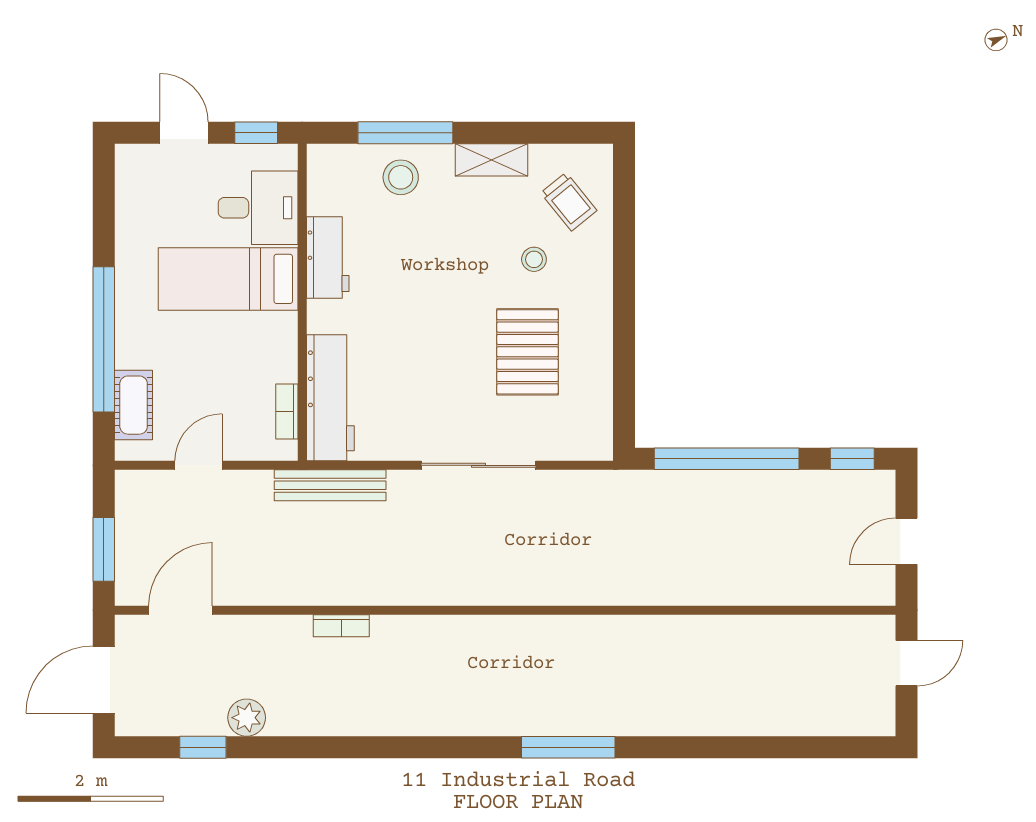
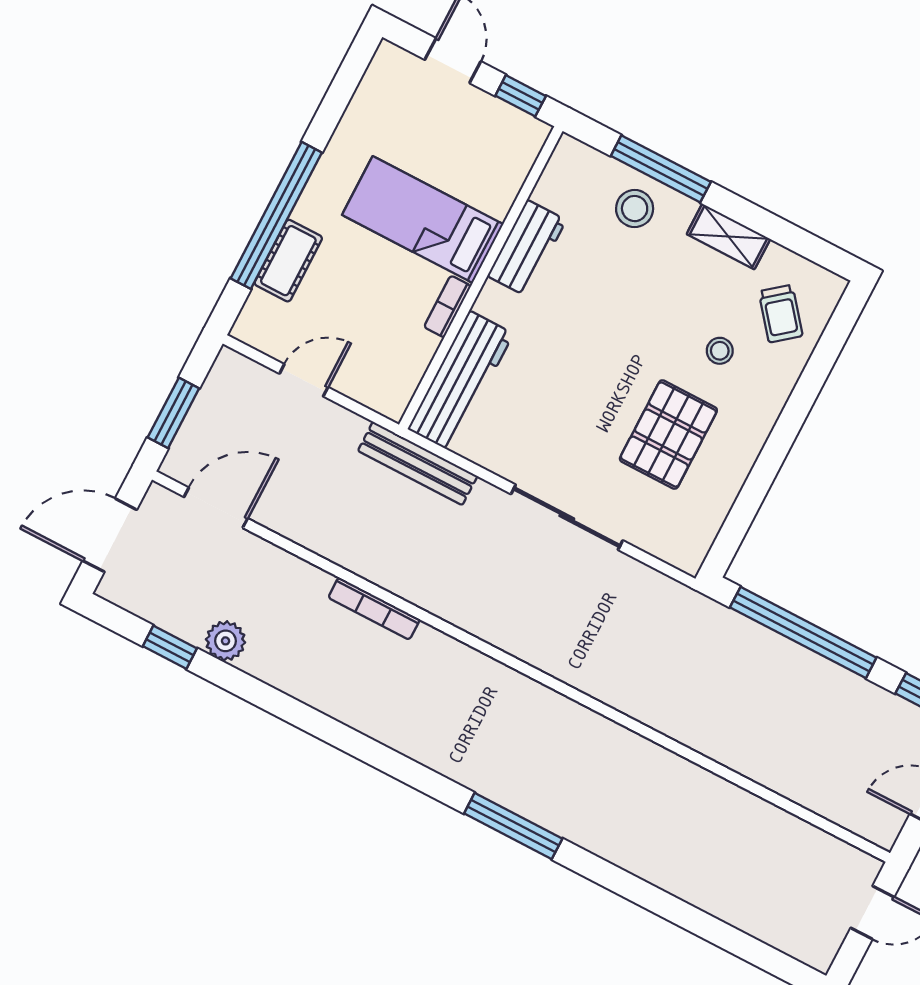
desk: (258, 208) -> (486, 167), removed
cot: (134, 405) -> (288, 261), moved
bookcase: (287, 411) -> (448, 307), moved
bookcase: (341, 626) -> (374, 608), width x1.56

